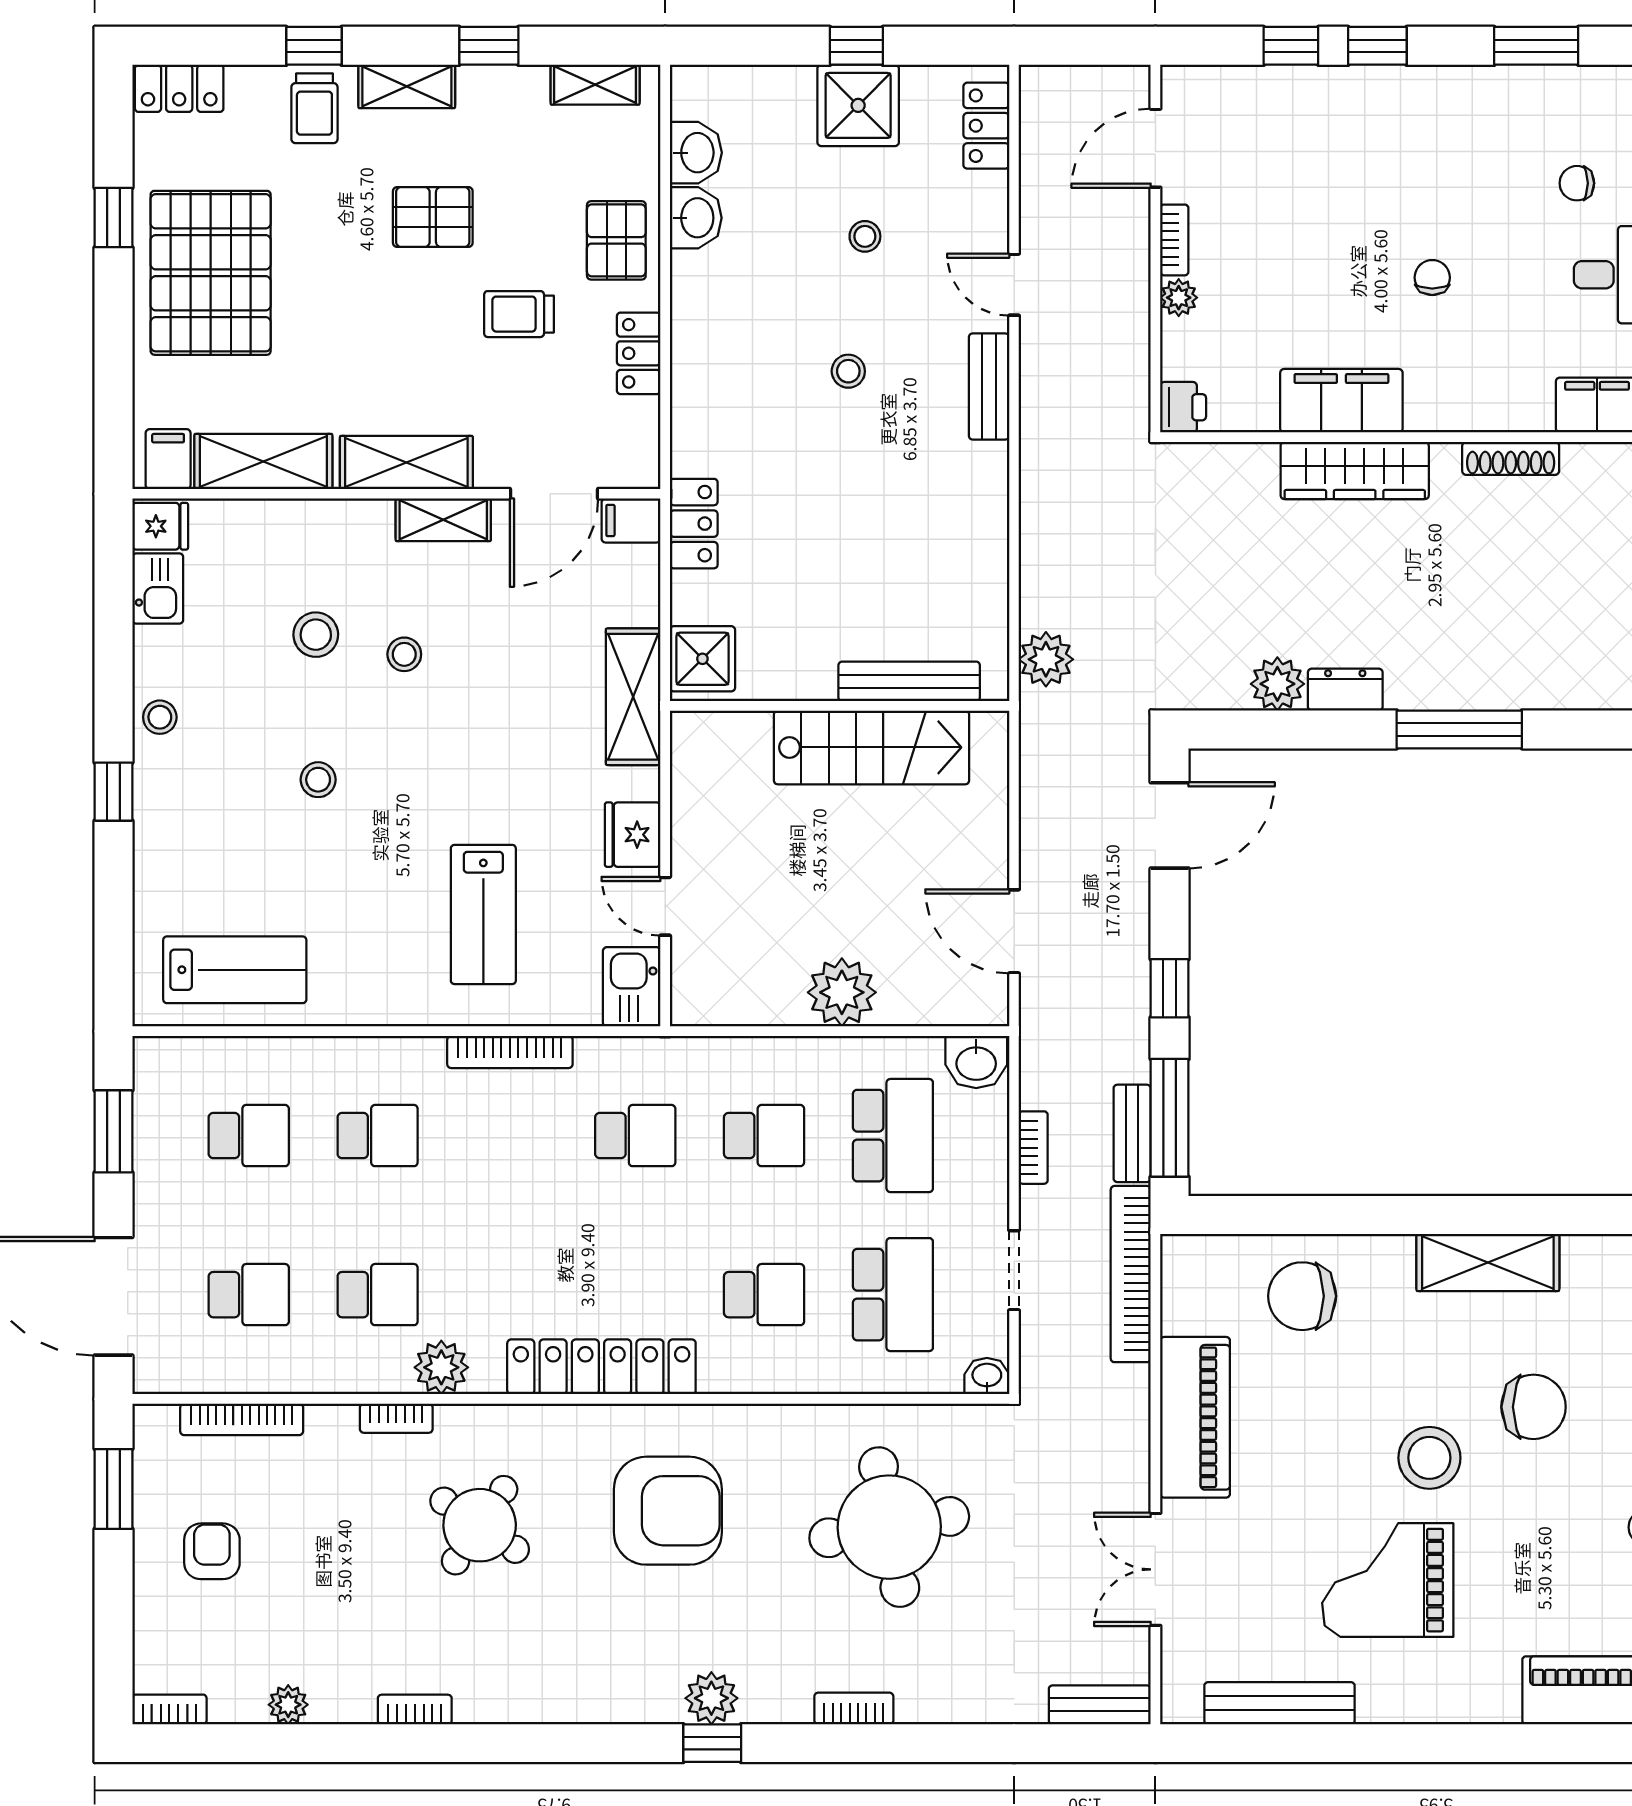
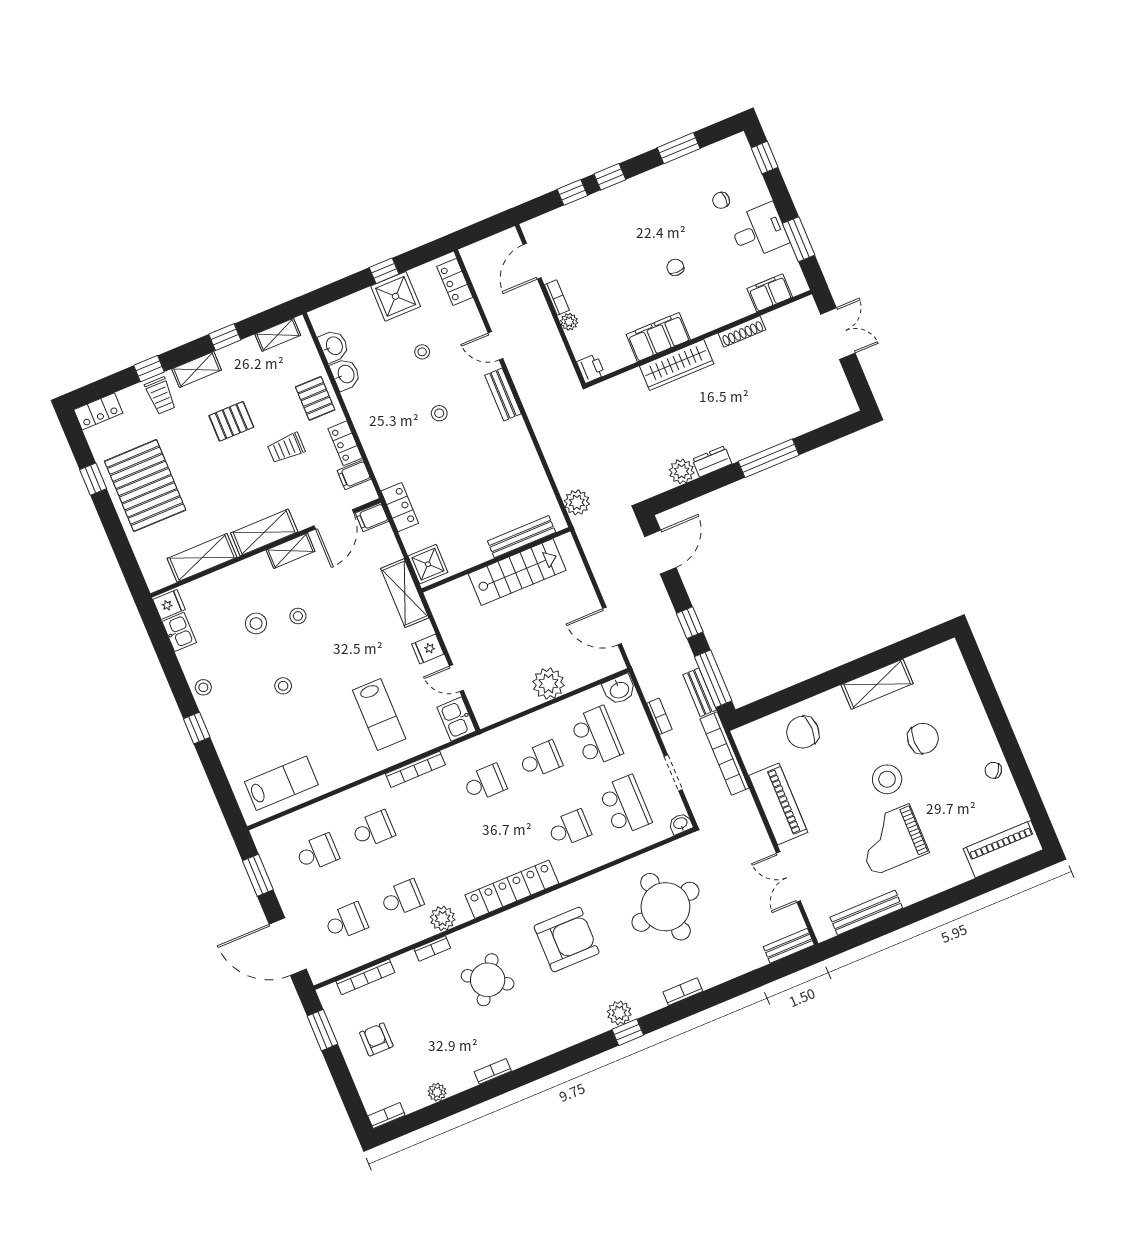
filing cabinet: (168, 459) -> (354, 475), moved, turned -90
fridge: (633, 835) -> (428, 649), width x0.72

